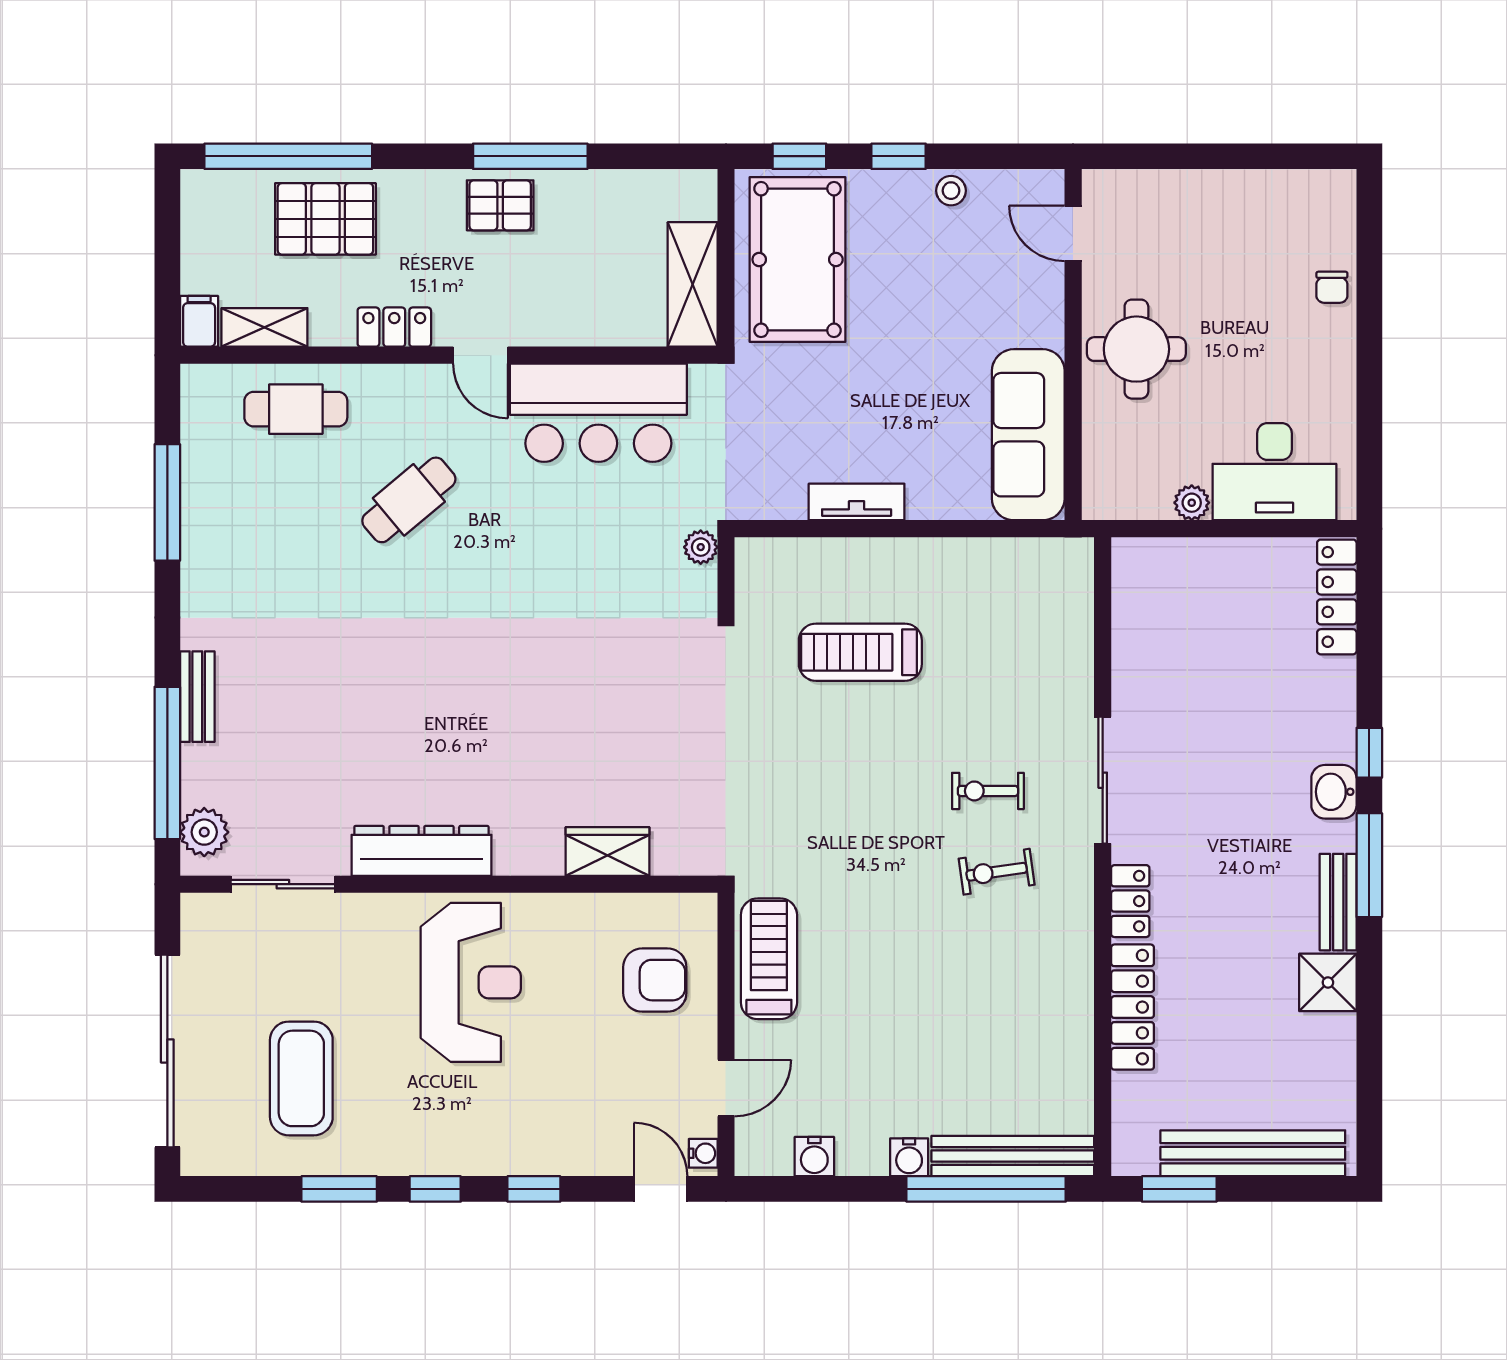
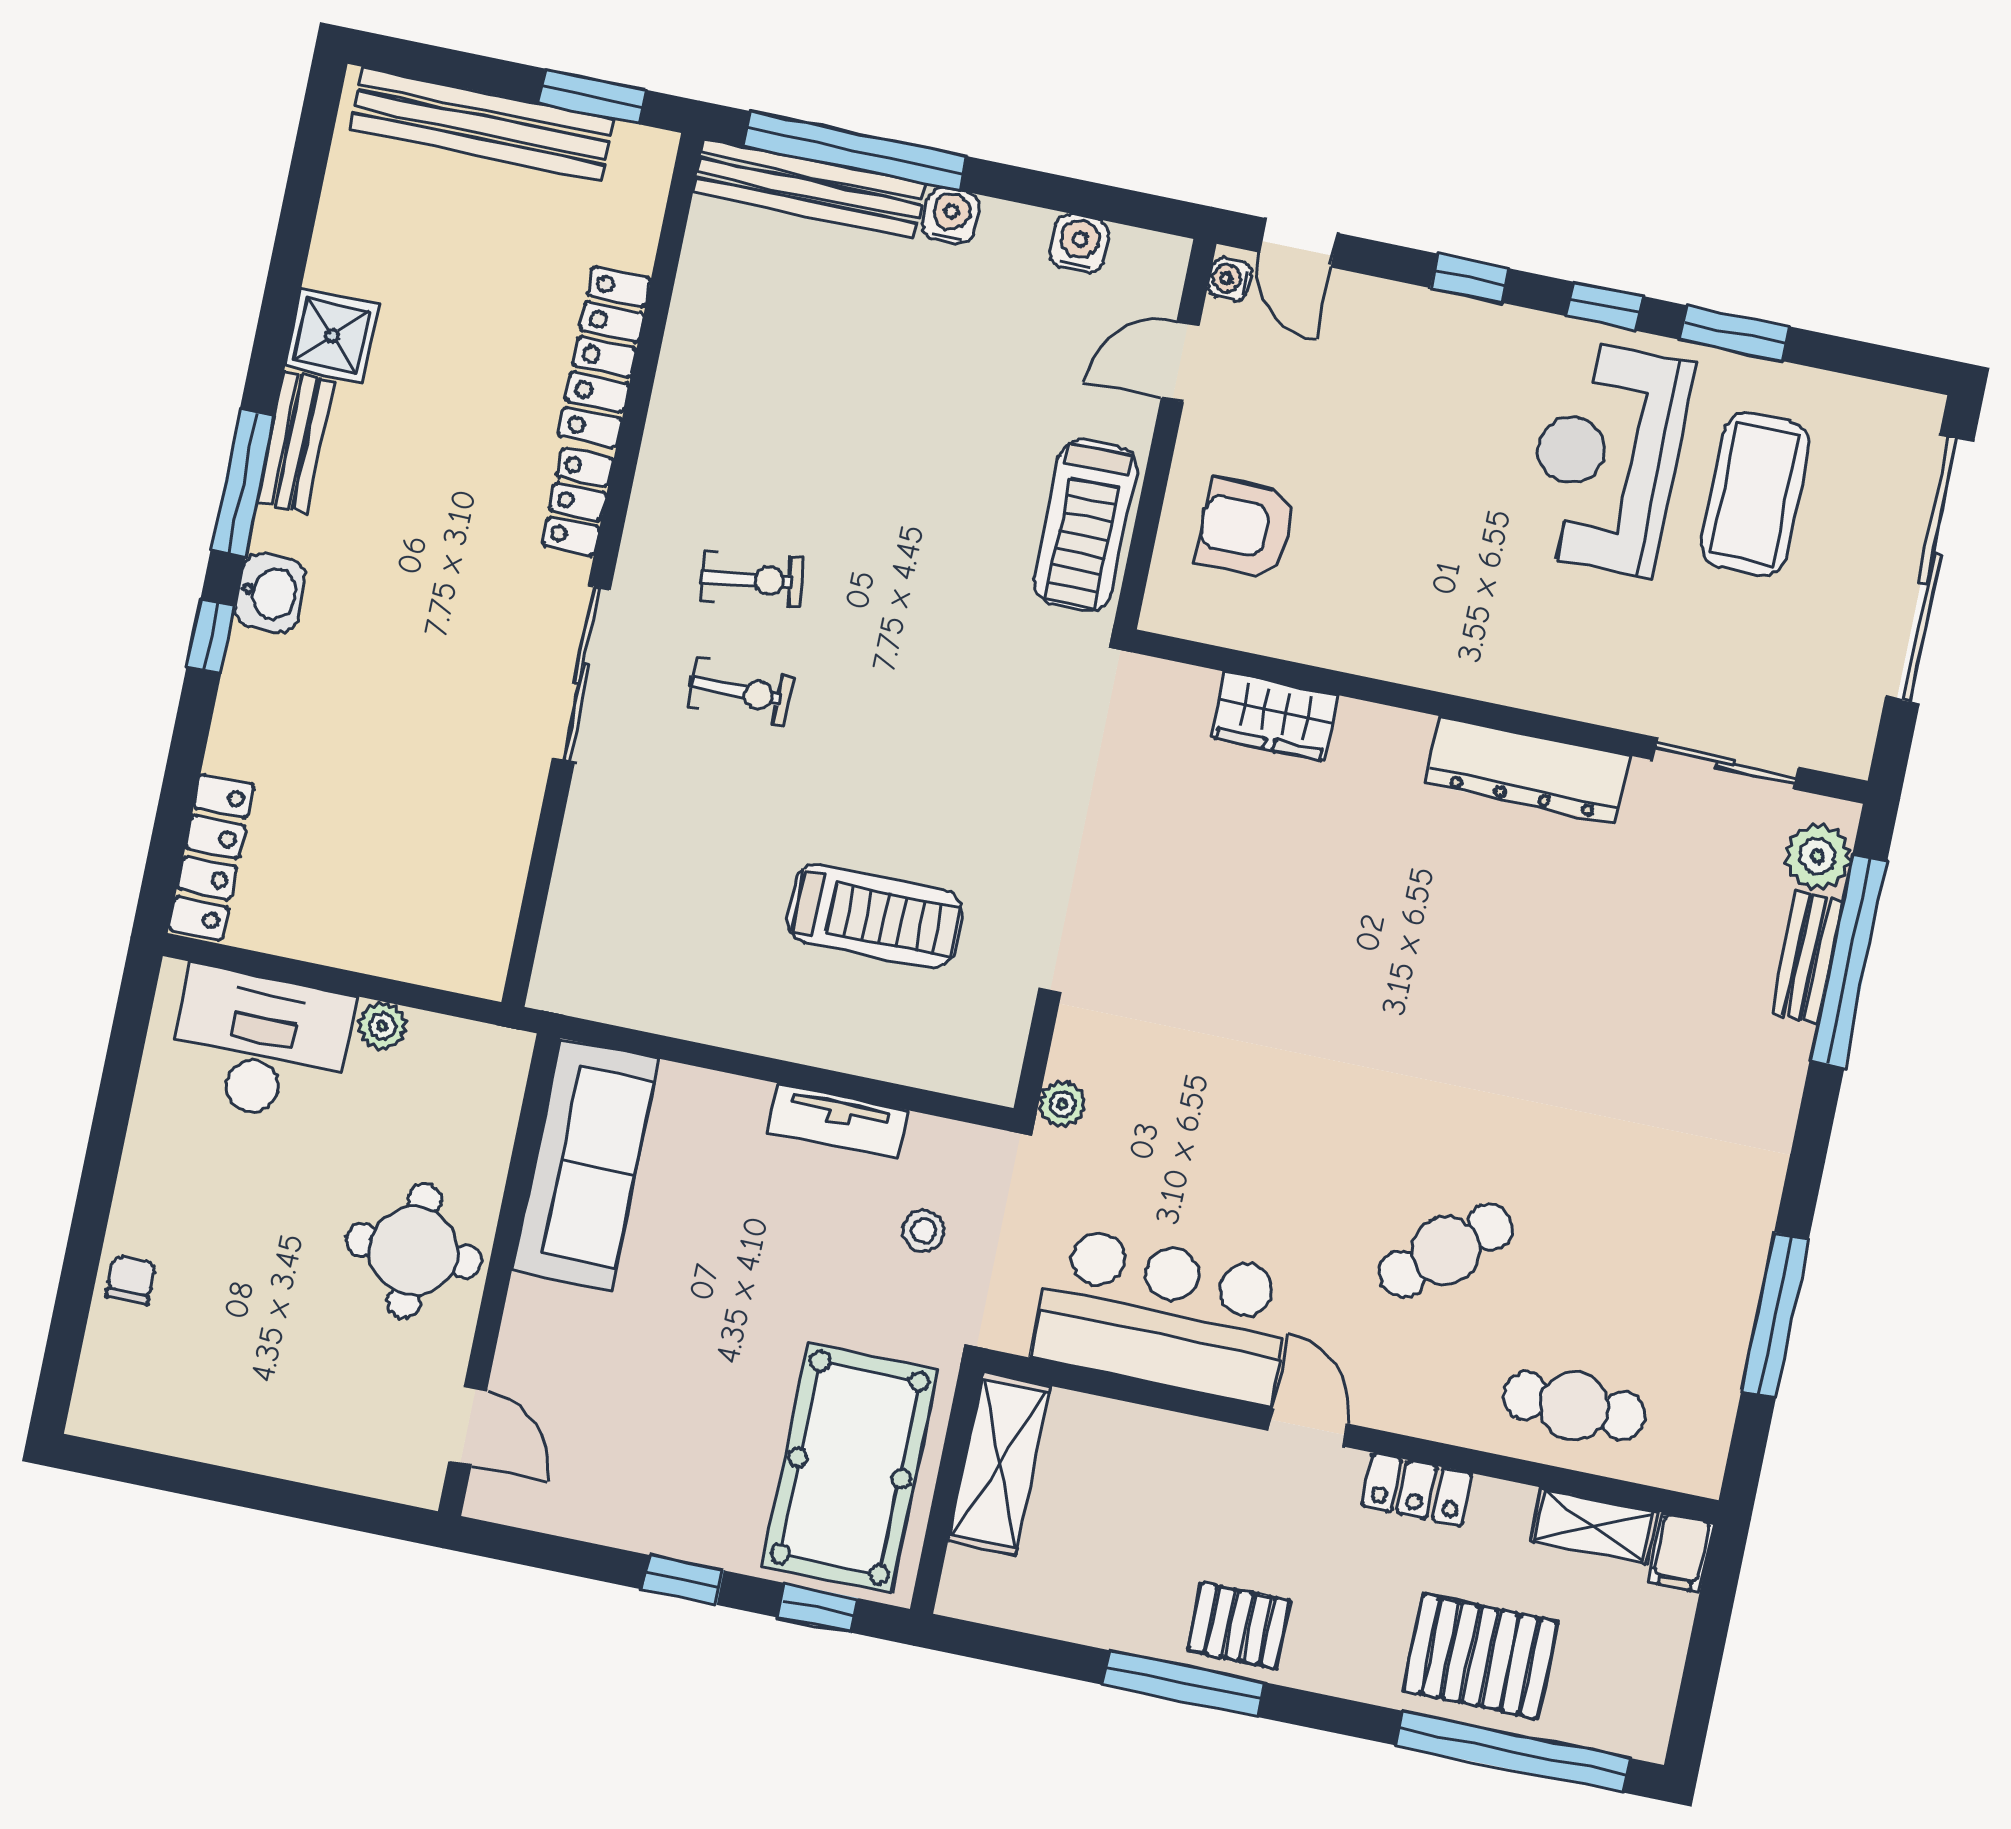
stool: (951, 191) -> (923, 1231), moved
bench: (197, 697) -> (1807, 957), moved
reception desk: (471, 982) -> (1607, 457), moved

